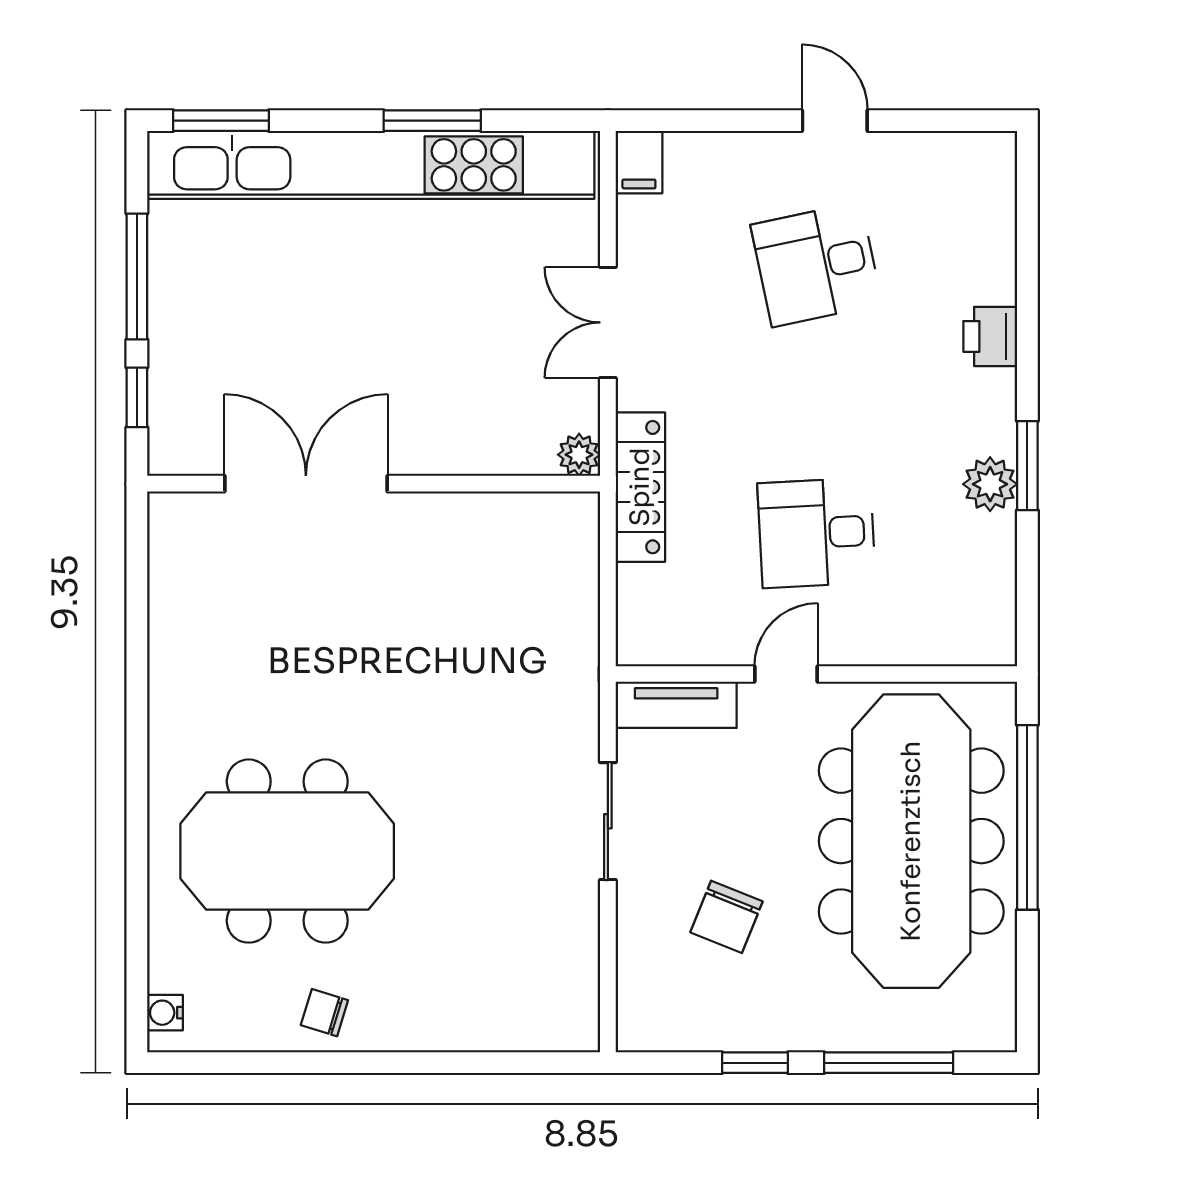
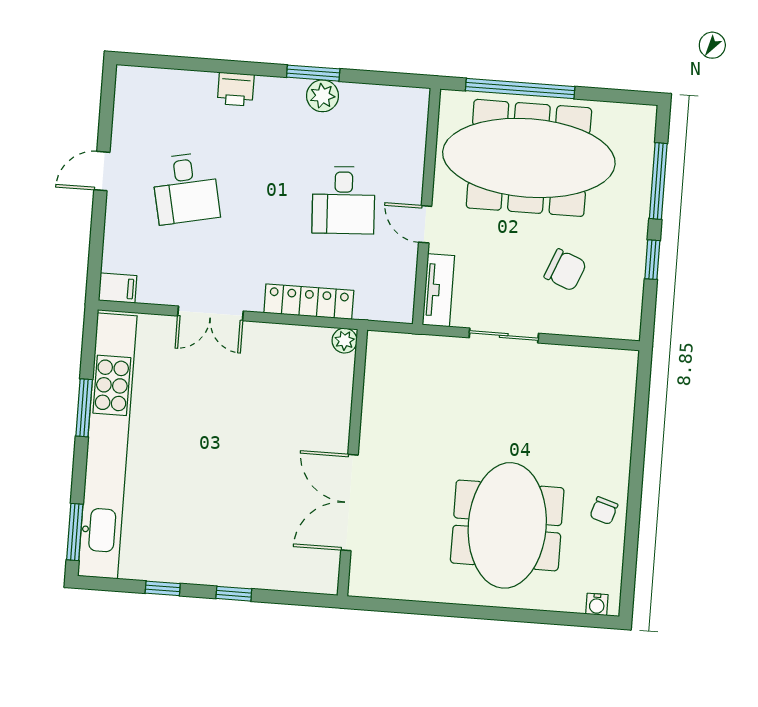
window: (137, 276) -> (163, 588), width x0.46
plant: (579, 455) -> (345, 341), moved
double door: (306, 484) -> (349, 502), moved
wall: (374, 484) -> (352, 463), moved

